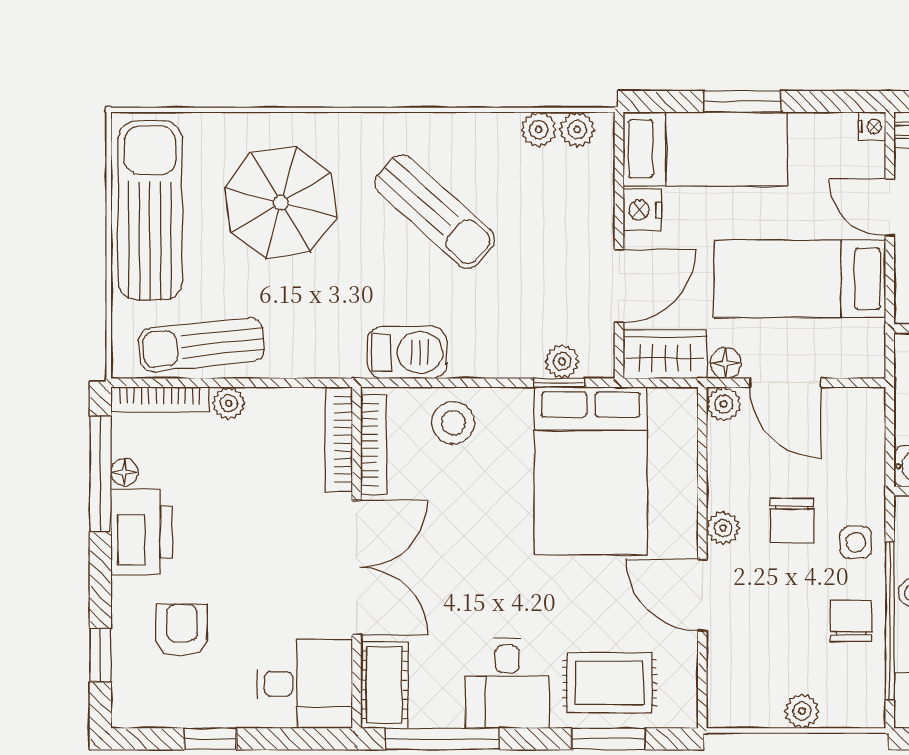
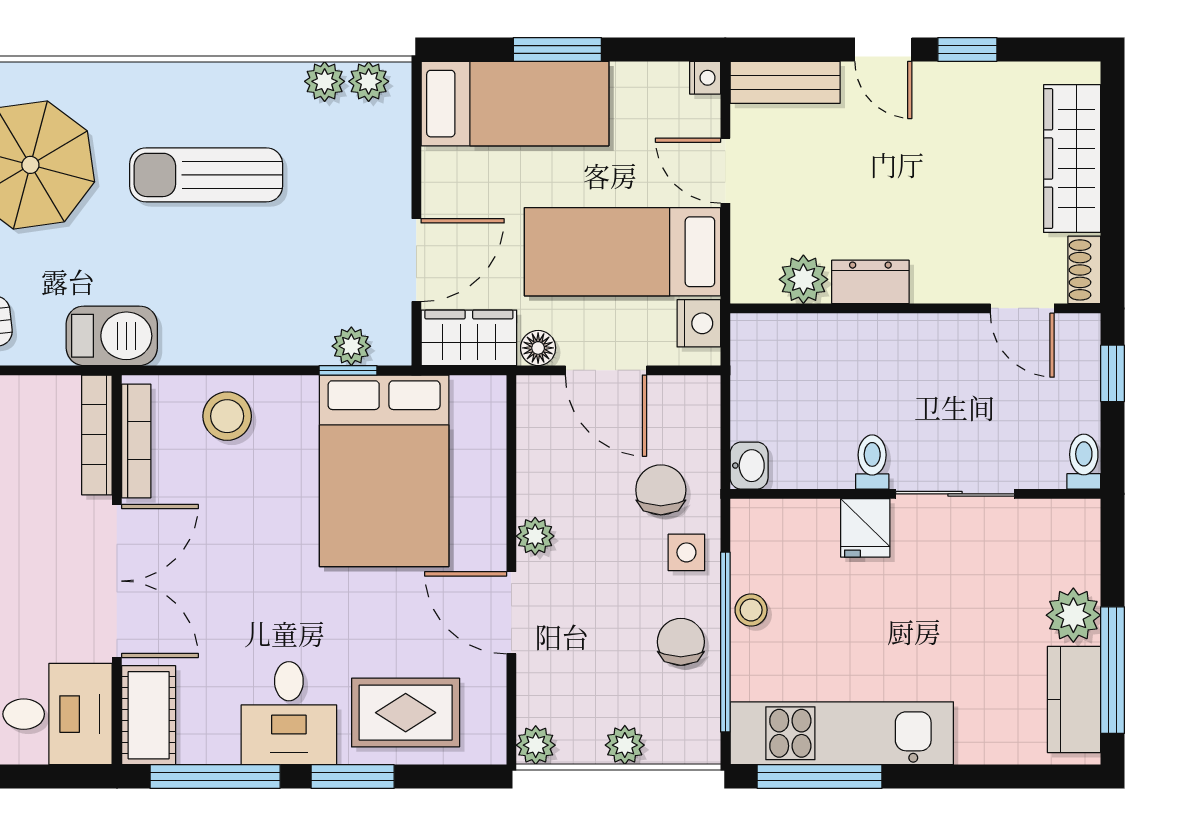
nightstand: (642, 210) -> (699, 323), moved, turned 180
sun lounger: (435, 211) -> (206, 175), turned 138
barbecue: (407, 352) -> (112, 336), moved
plant: (724, 404) -> (536, 745), moved
chair: (792, 521) -> (661, 490), moved, turned 180
window: (608, 739) -> (353, 777), moved

